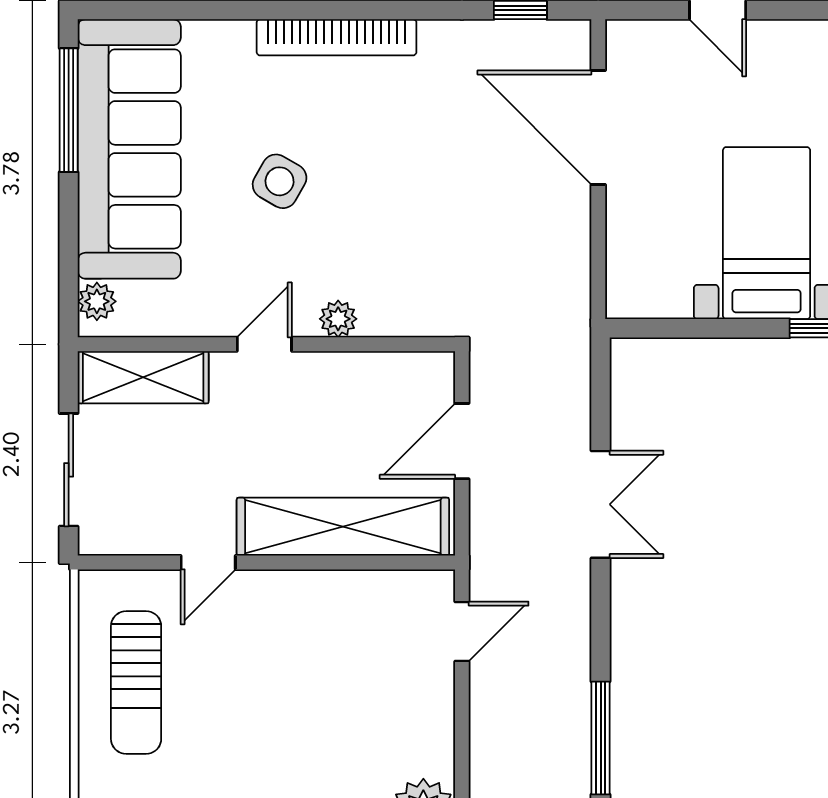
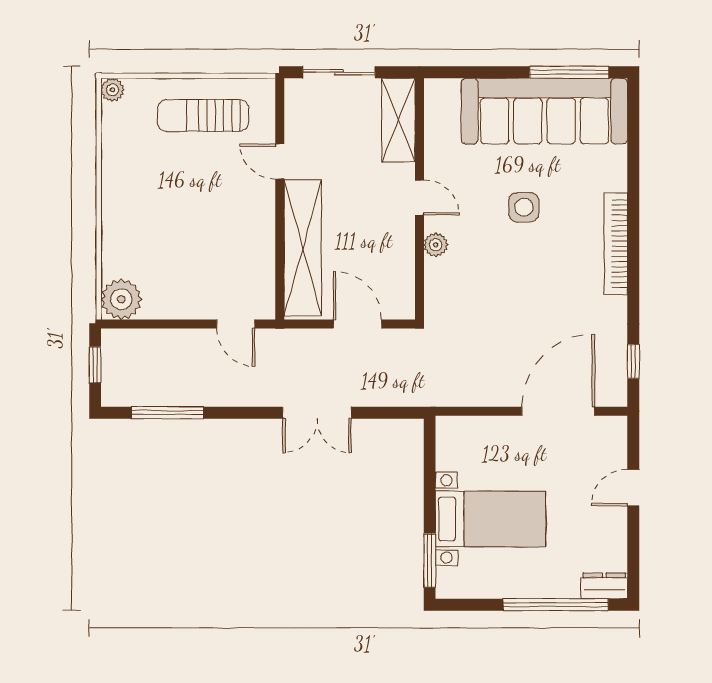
side table: (280, 181) -> (524, 207), turned -30
plant: (97, 301) -> (447, 90), removed

